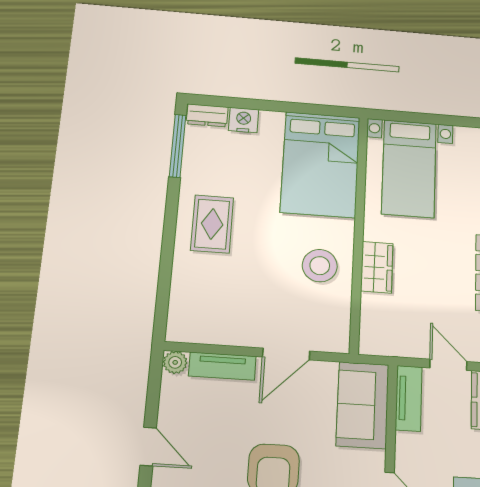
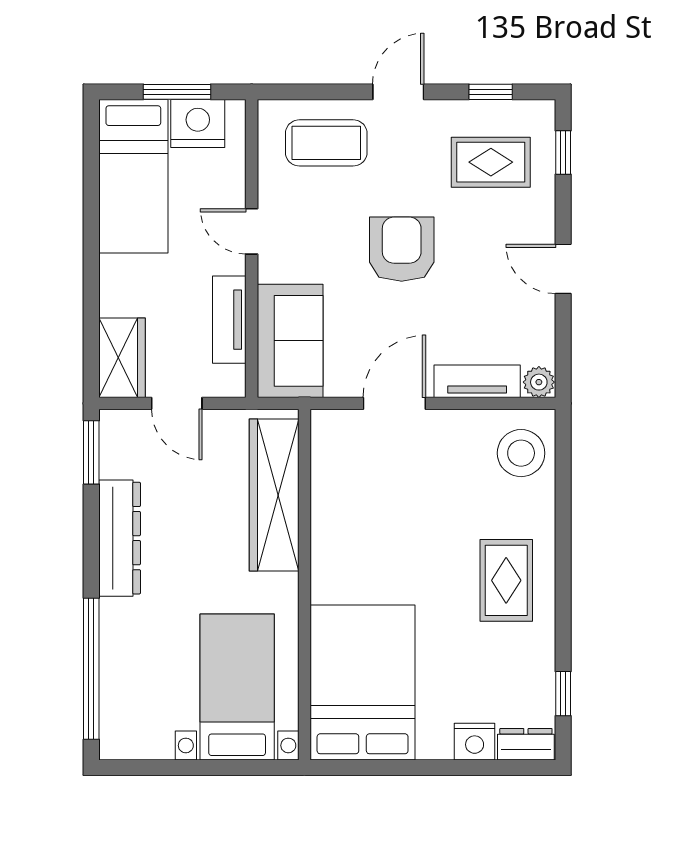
window: (178, 146) -> (563, 694), width x0.46
stool: (320, 266) -> (521, 453), moved
wardrobe: (377, 267) -> (274, 495), width x2.10, depth x1.17
tv unit: (409, 398) -> (229, 320), moved

